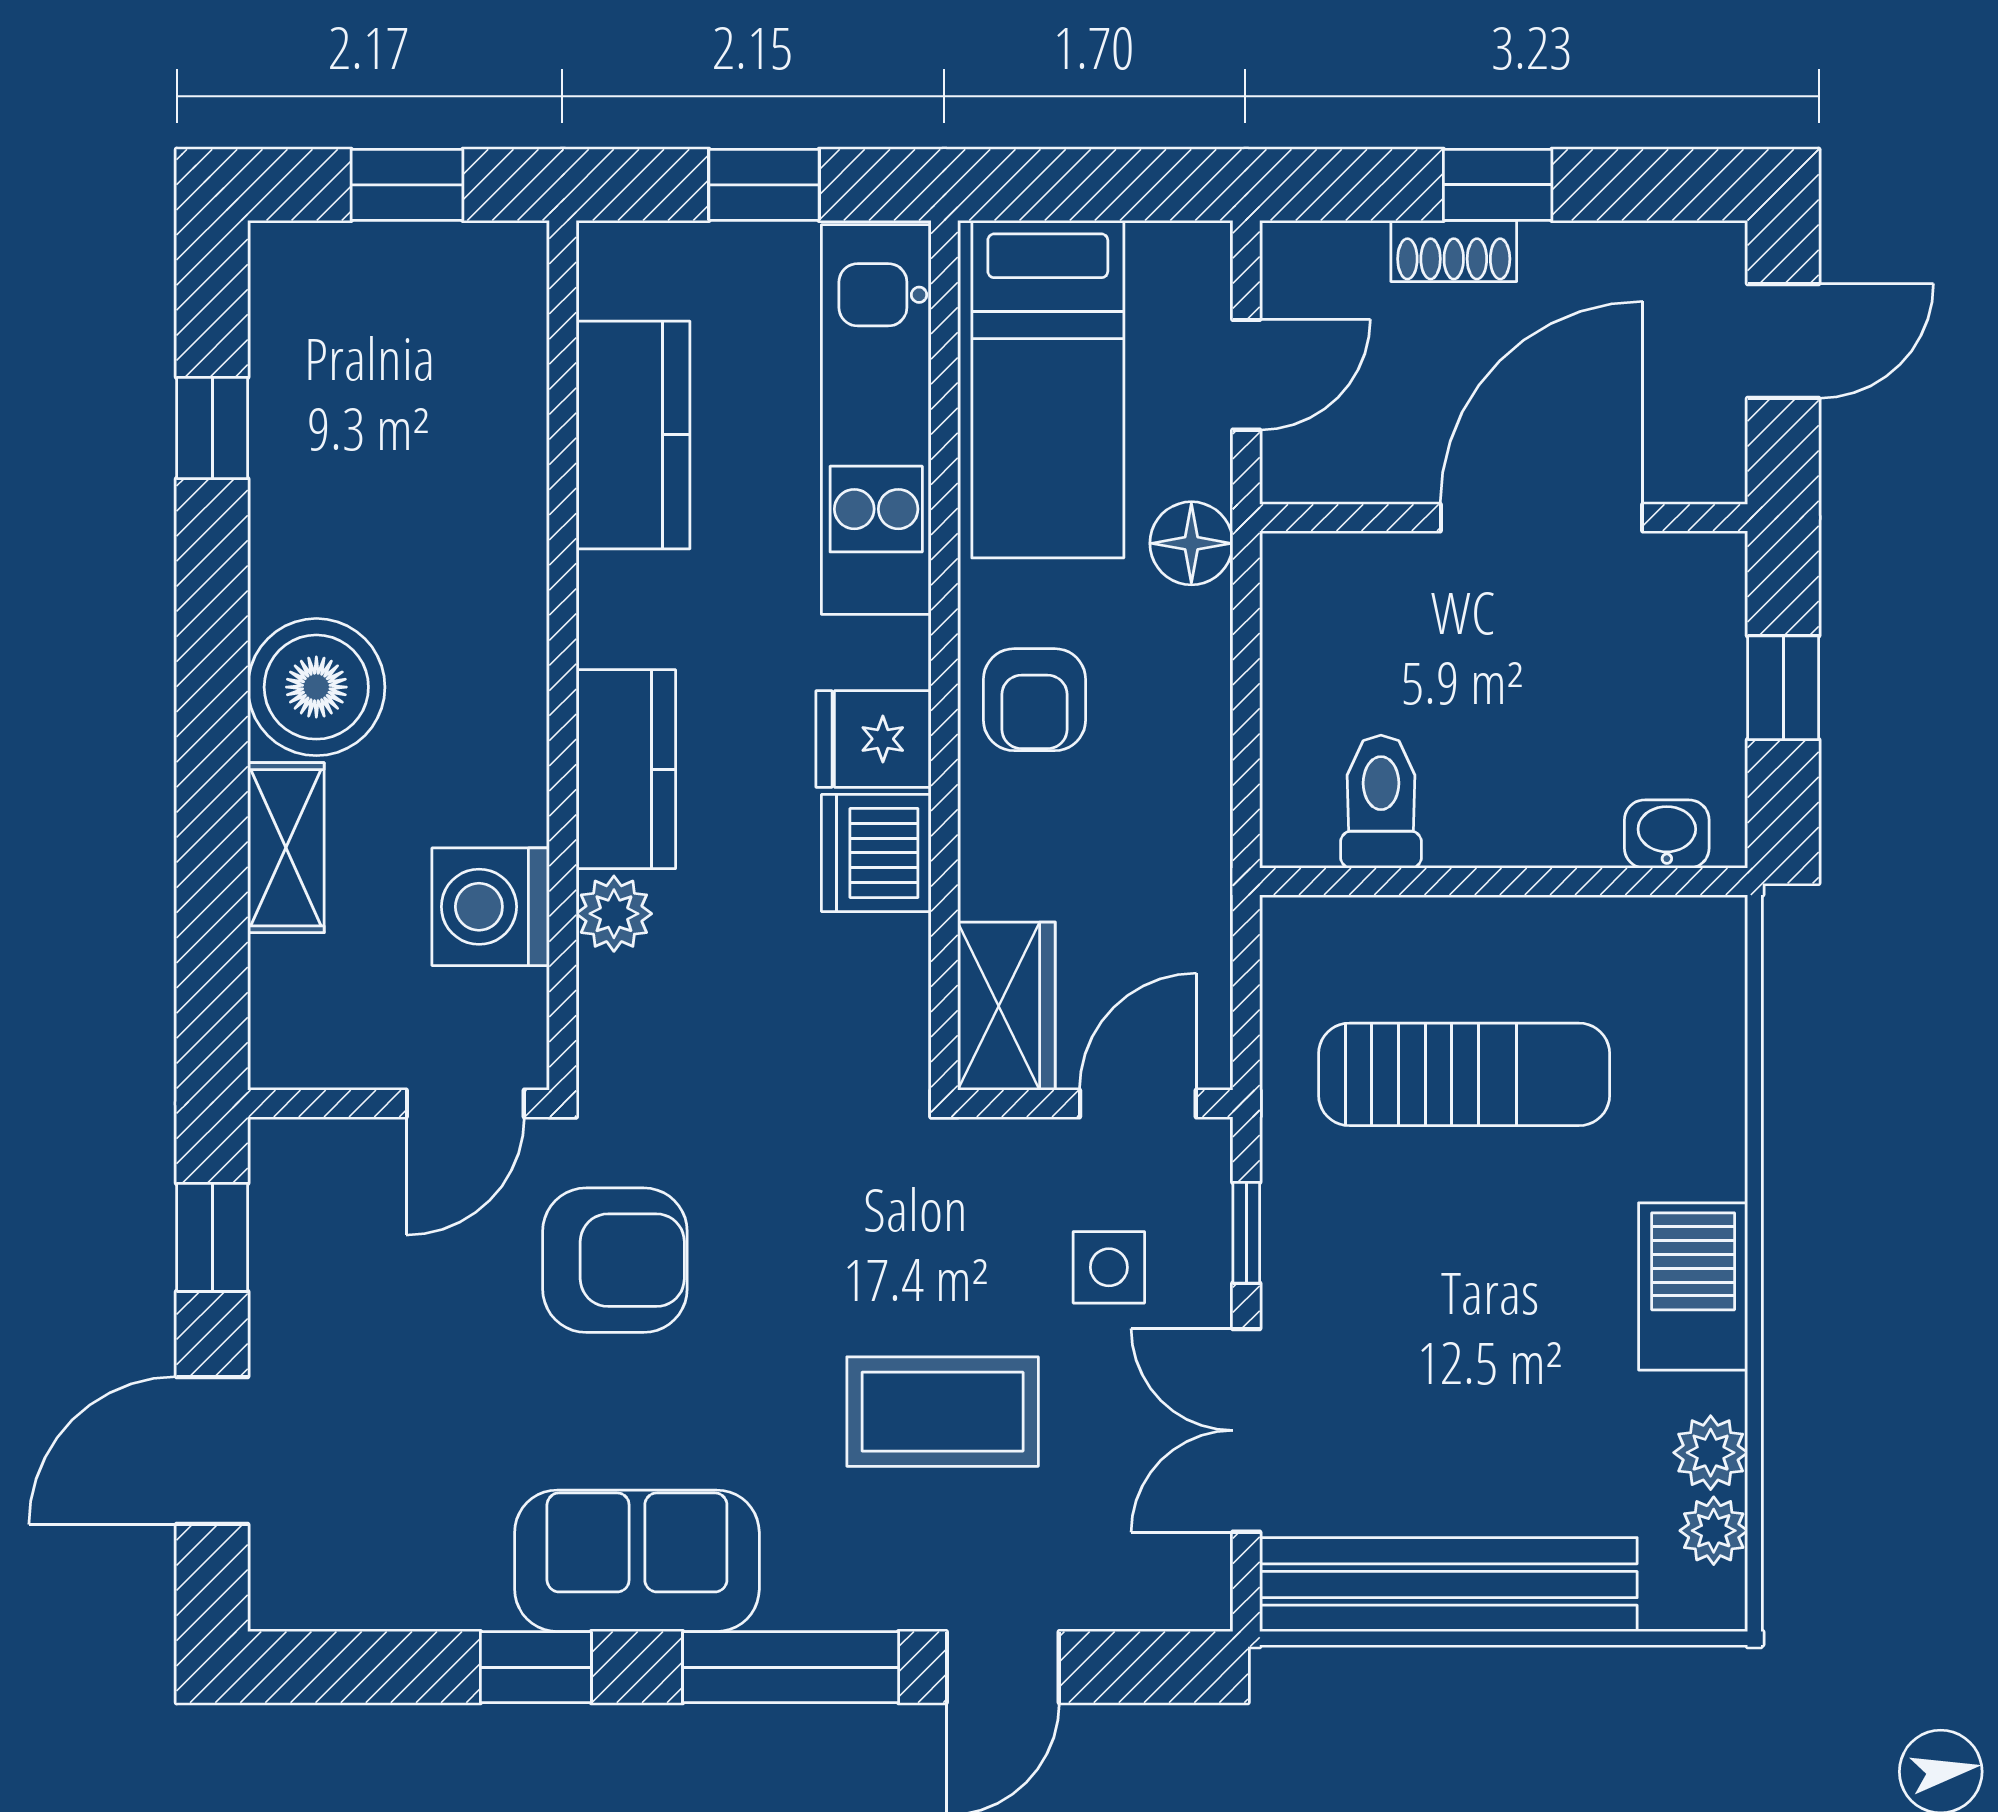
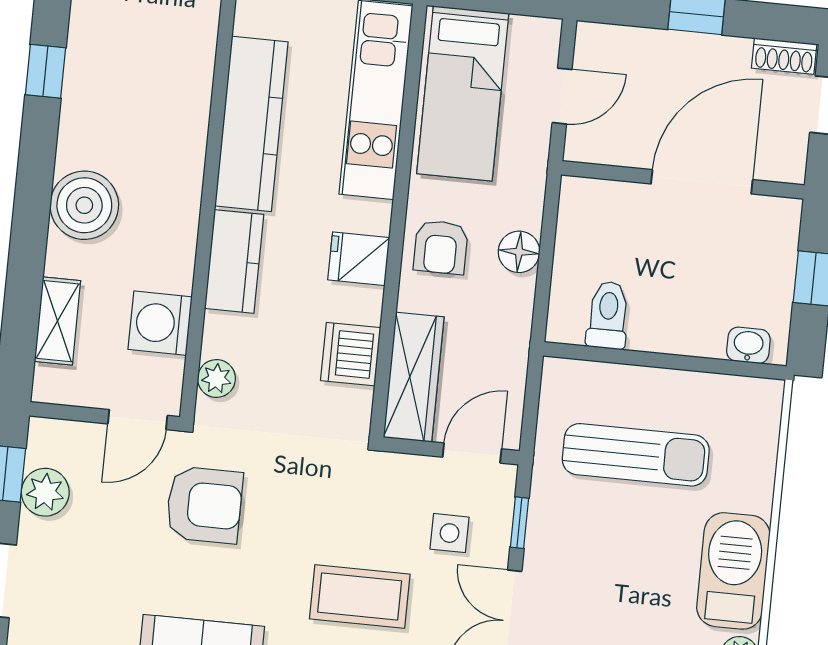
shoe rack: (1454, 251) -> (784, 56), moved
kitchen counter: (633, 435) -> (251, 124), width x1.50
floor lamp: (1191, 543) -> (519, 252), moved
shelving: (286, 848) -> (58, 321), moved
dishwasher: (876, 853) -> (351, 354), moved
plant: (614, 914) -> (216, 378), moved
wardrobe: (1006, 1006) -> (414, 377), width x1.50
plant: (296, 1266) -> (45, 492), added
barbecue: (1693, 1286) -> (733, 571), width x1.37, depth x1.21

